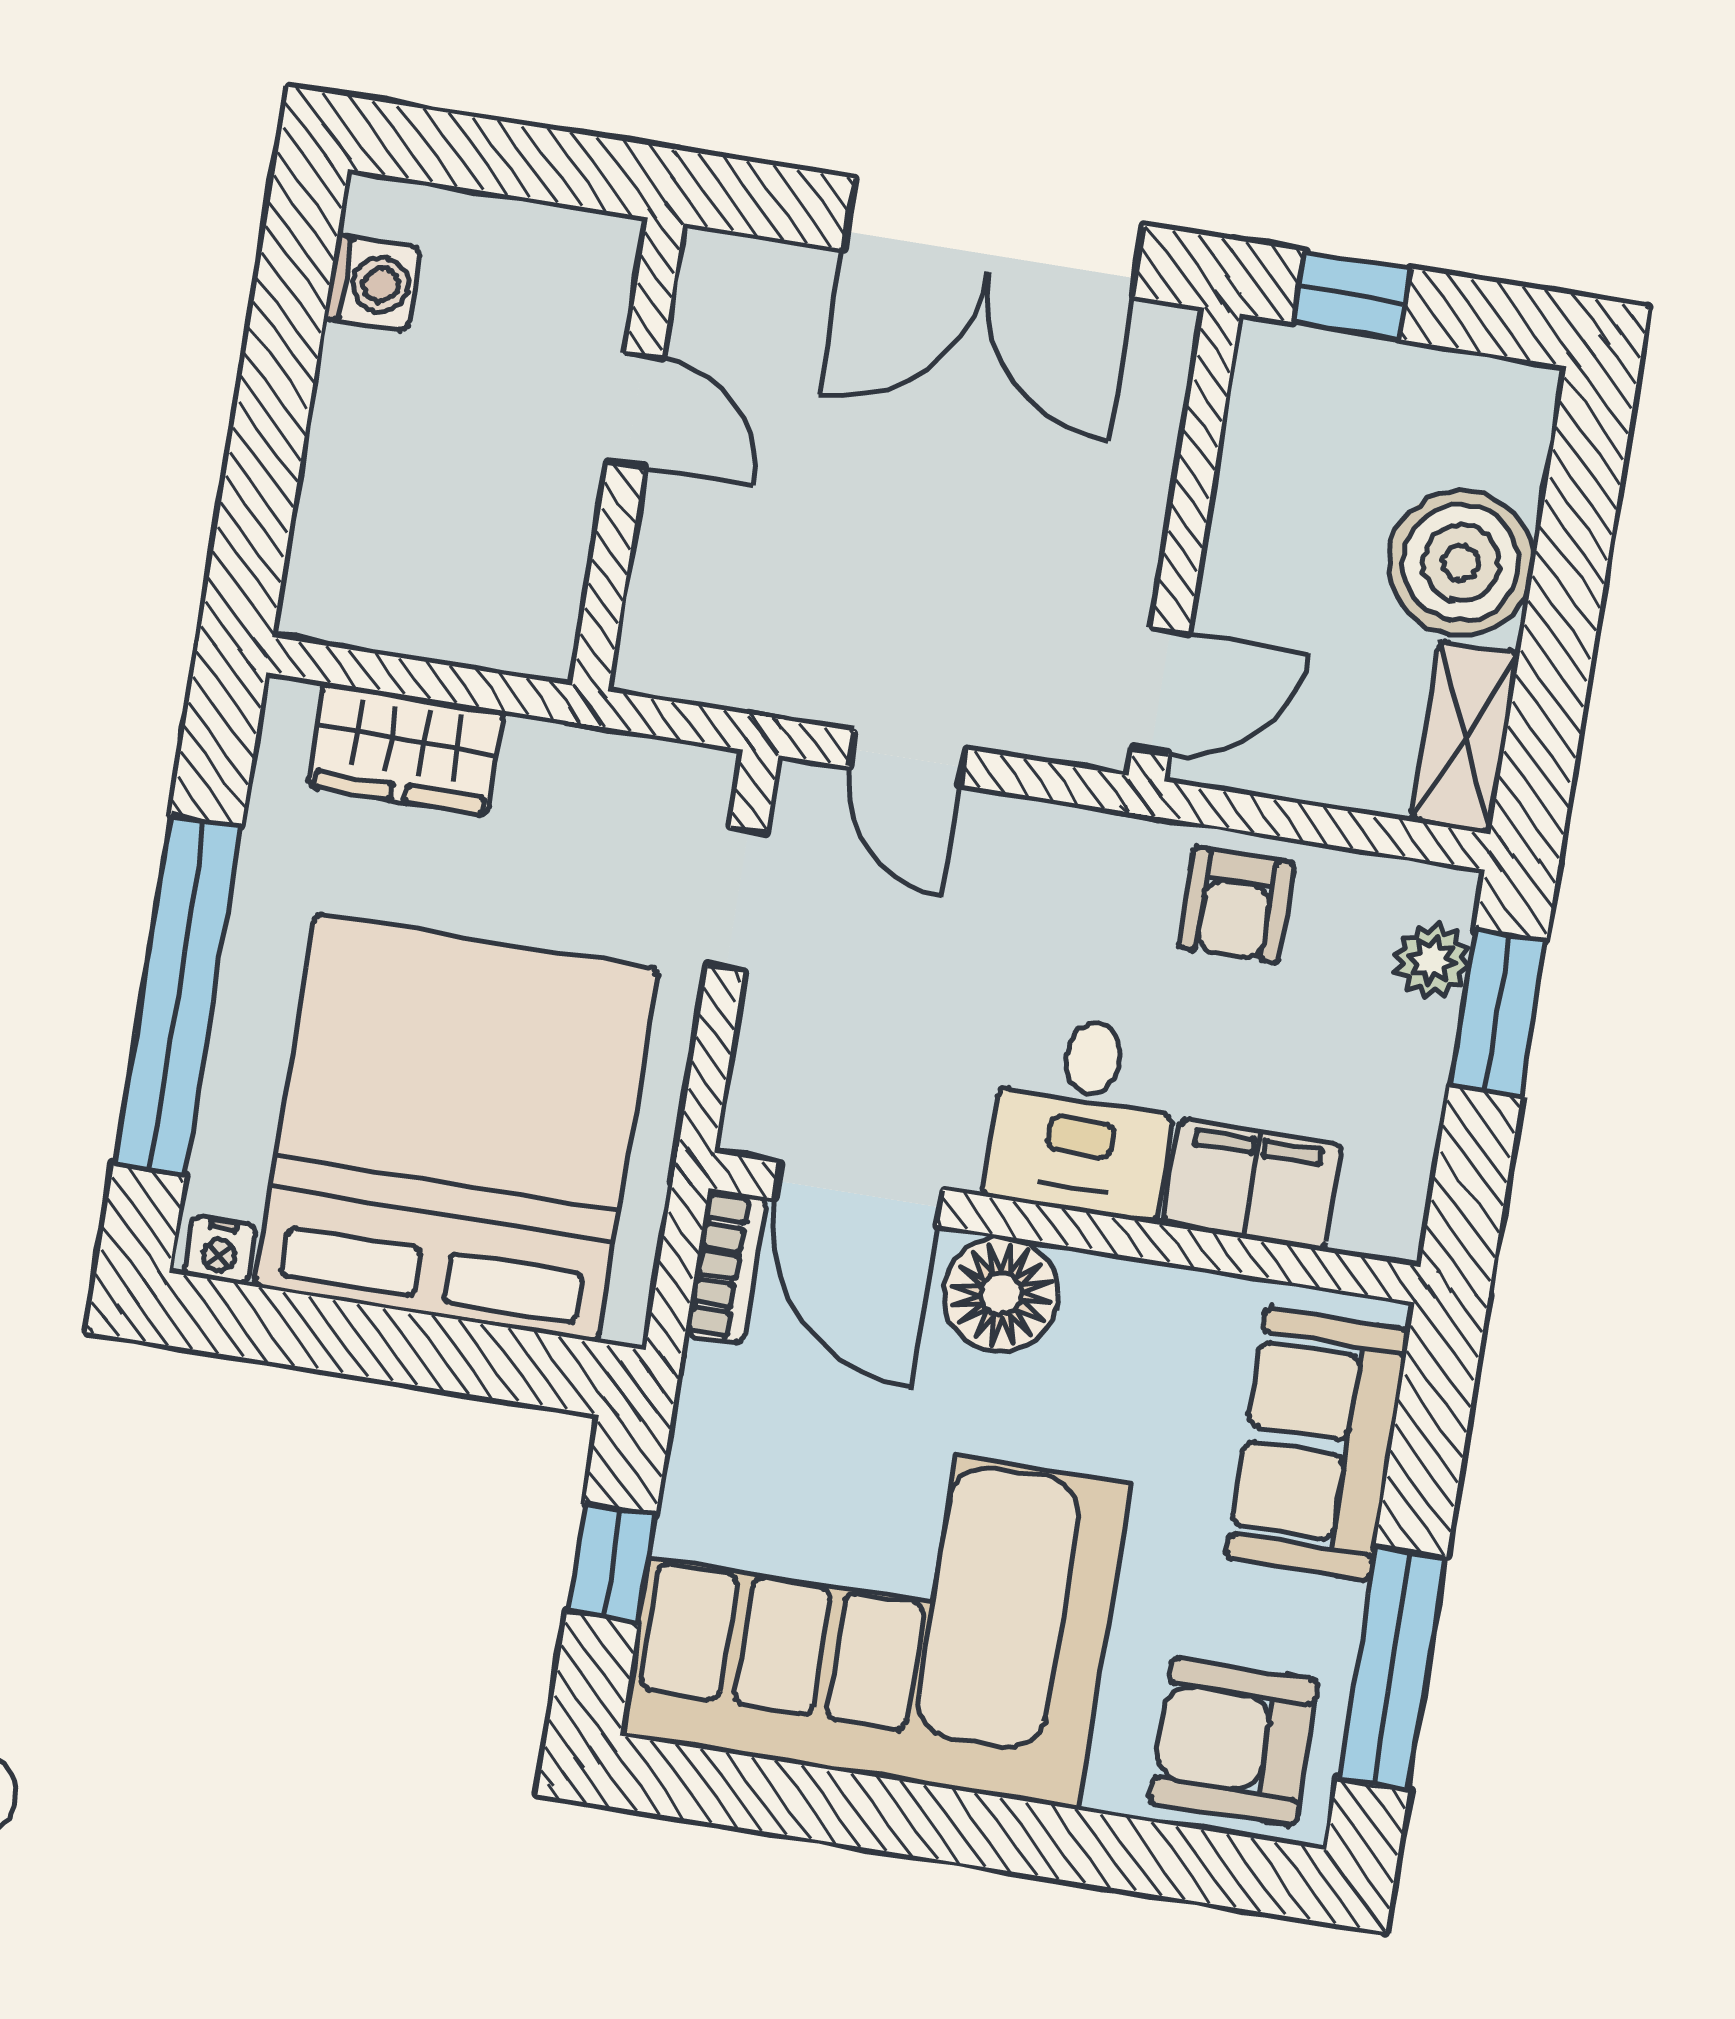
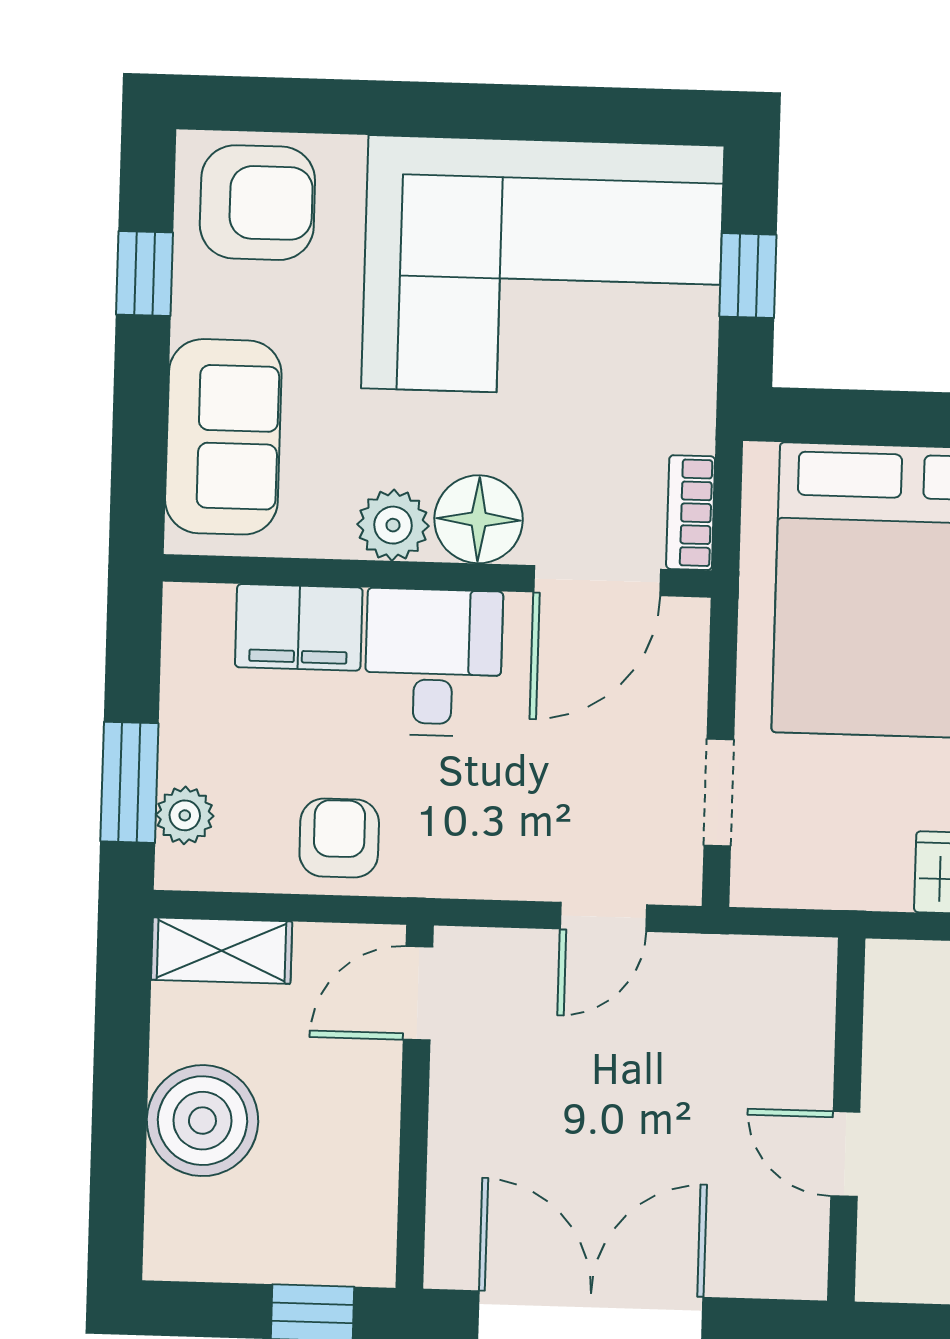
shelving: (1465, 736) -> (222, 951), moved, turned 90
door: (908, 758) -> (603, 917), swing flipped
door: (858, 1194) -> (597, 581), swing flipped
plant: (1113, 1301) -> (393, 525), added
window: (1392, 1669) -> (144, 274), width x0.46

